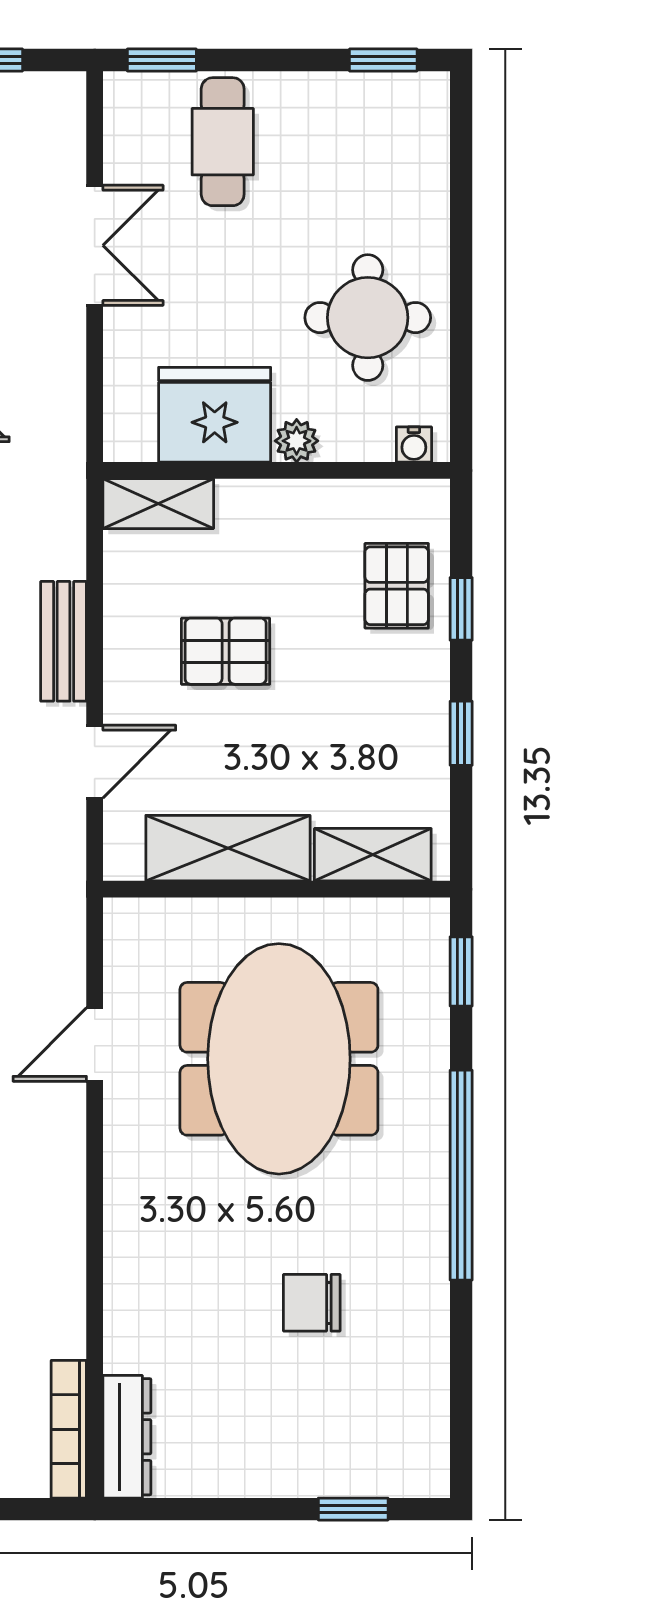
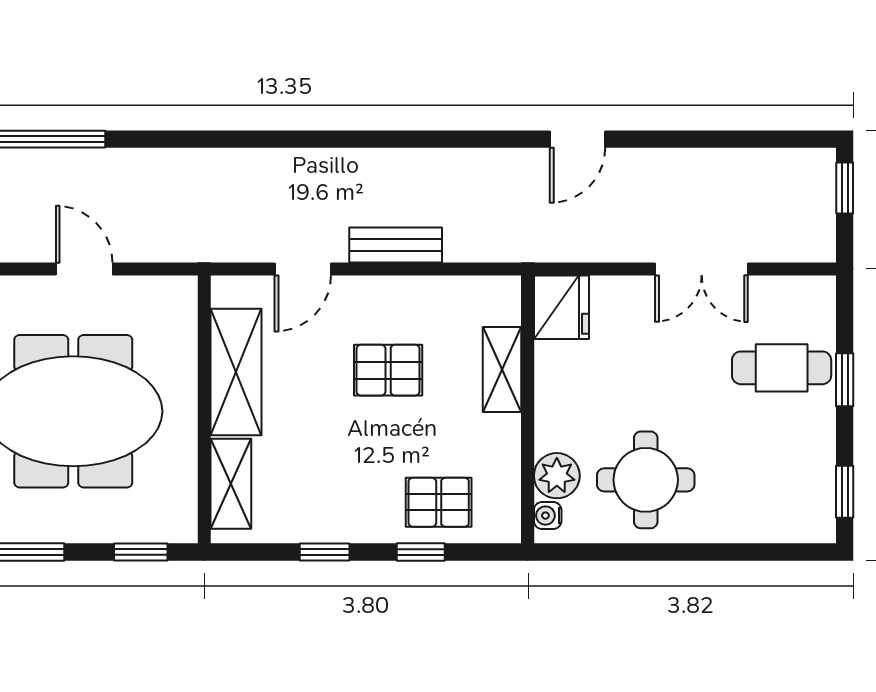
window: (162, 60) -> (845, 380), moved
fridge: (215, 415) -> (561, 307), moved, width x0.73, depth x0.75
plant: (297, 441) -> (557, 476), moved, width x1.38, depth x1.38
shelving: (158, 504) -> (502, 369), moved
pallet: (226, 651) -> (388, 370), turned 90
door: (95, 762) -> (303, 269), hinge flipped

